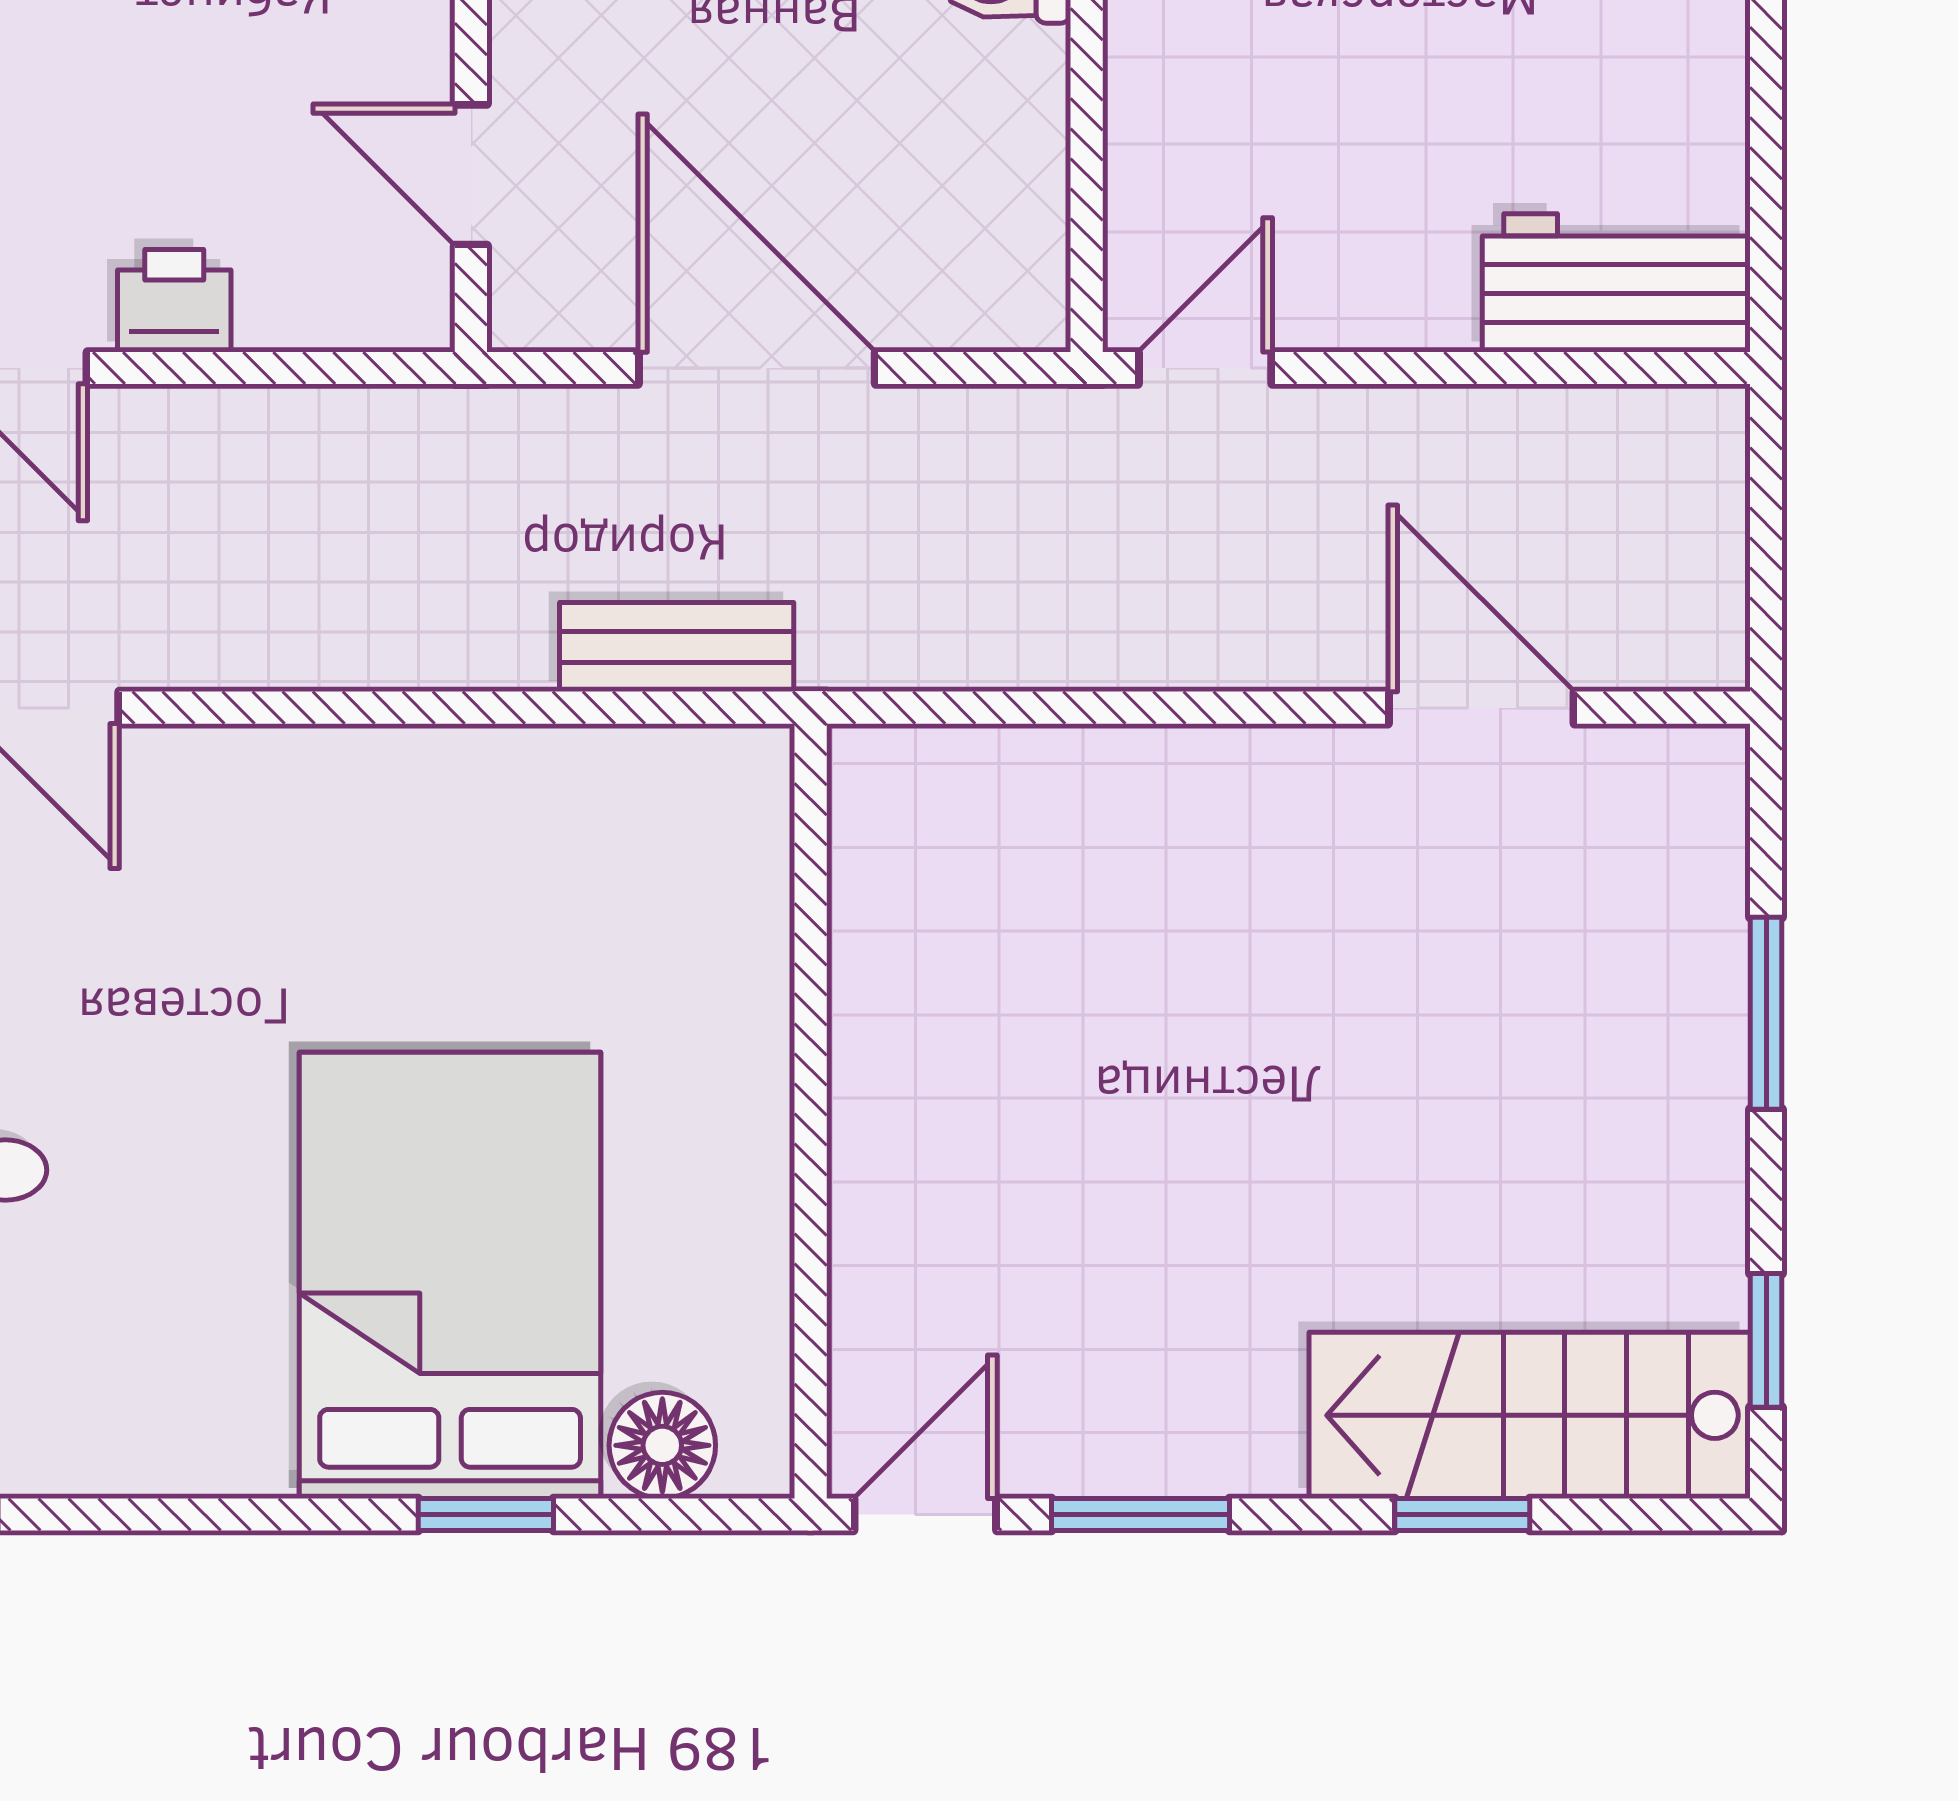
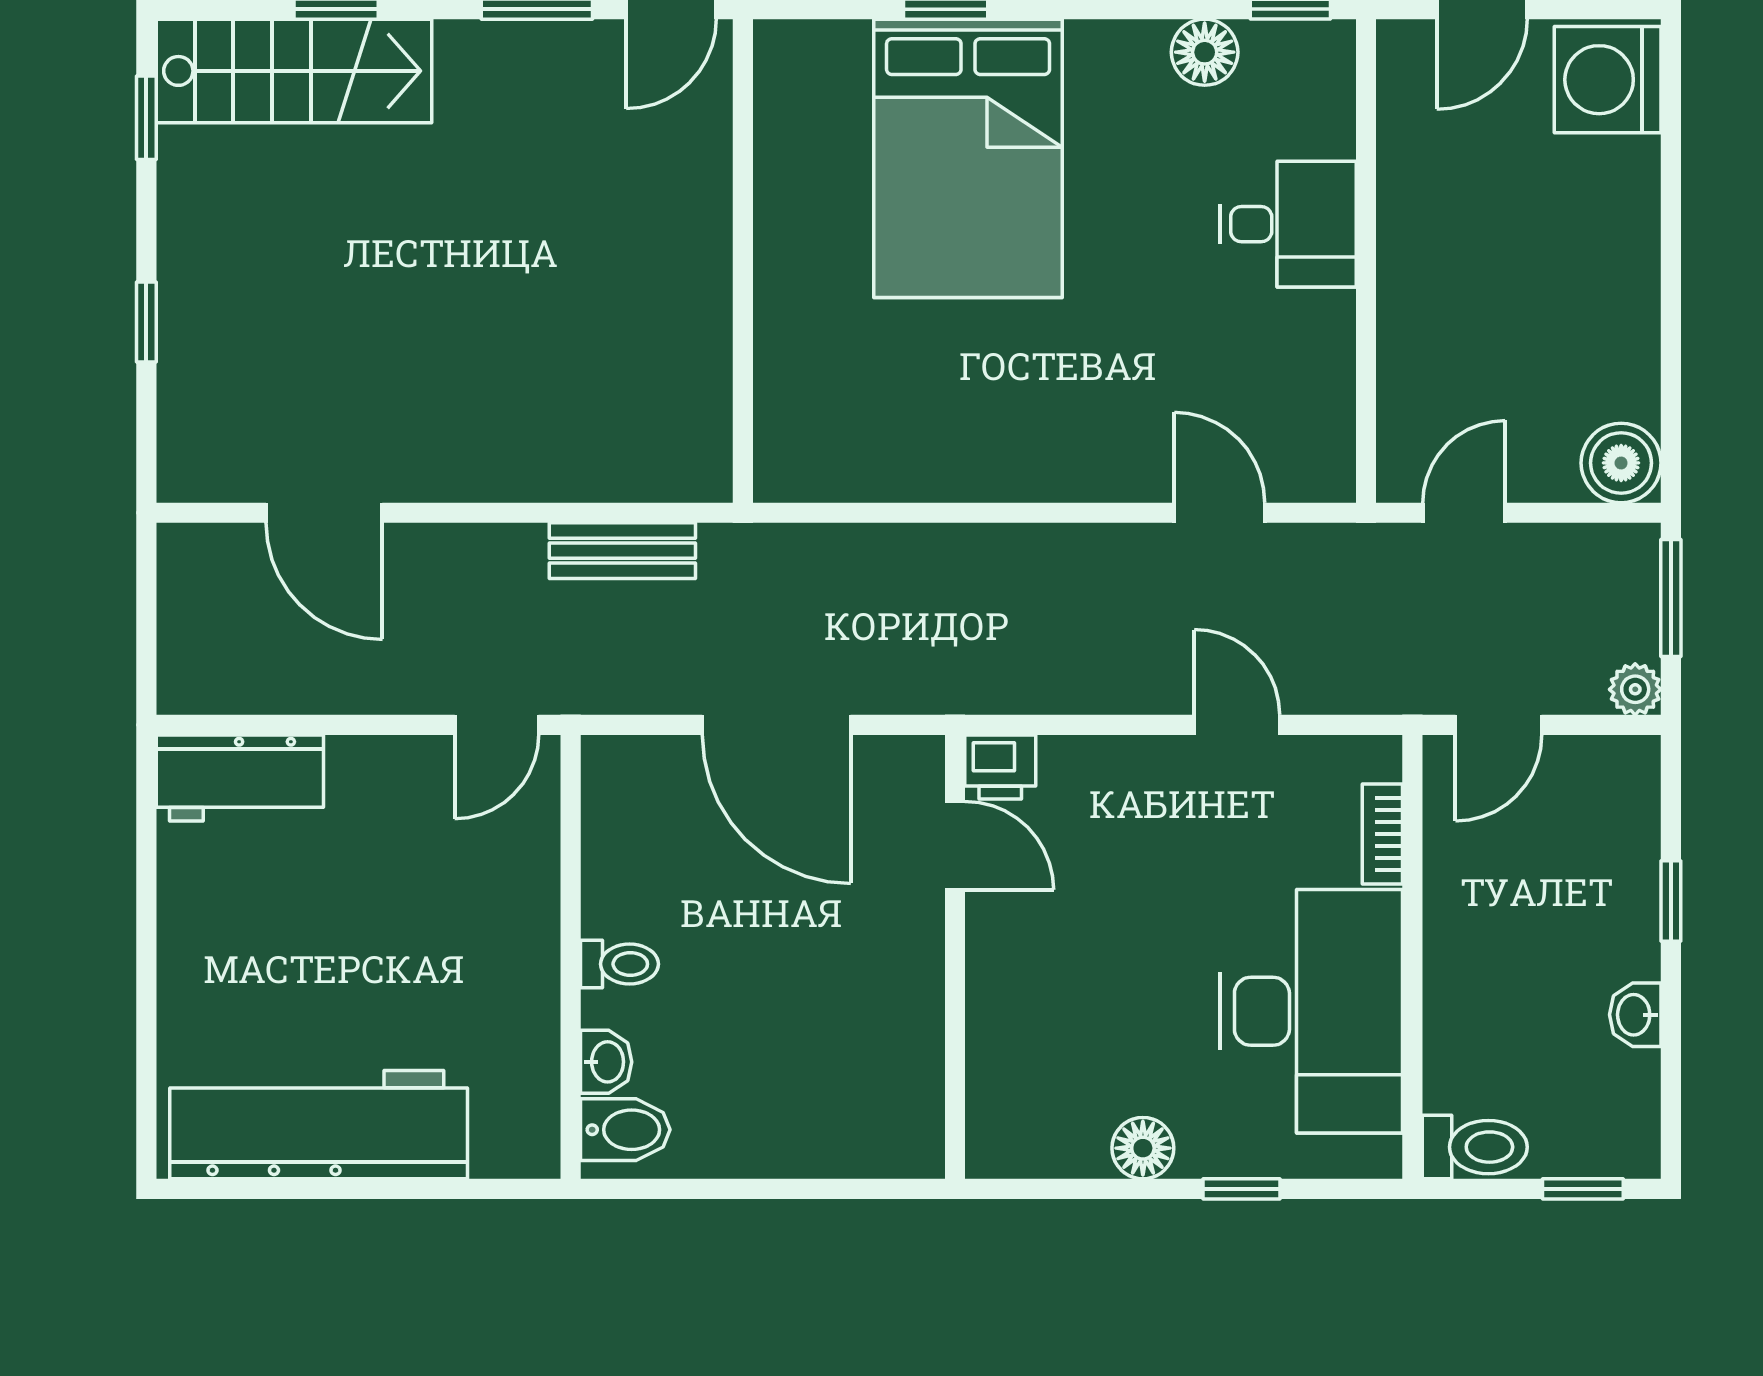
printer: (174, 301) -> (1000, 767), moved
bench: (677, 647) -> (622, 551), moved
window: (1766, 1013) -> (146, 322), width x0.67
floor lamp: (662, 1445) -> (1205, 52), moved

